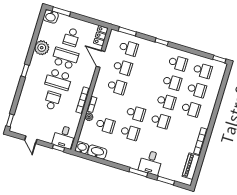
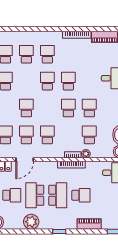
school desk: (172, 82) -> (26, 108), moved
piano: (24, 100) -> (89, 224), added
school desk: (52, 101) -> (81, 195), turned 180

